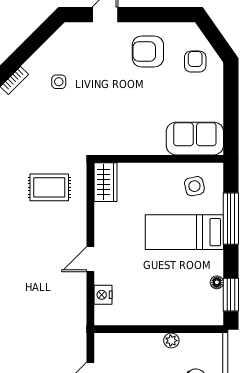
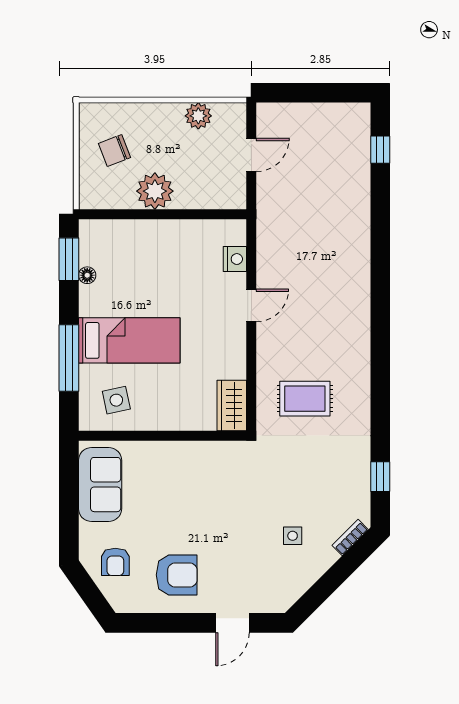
sofa: (195, 139) -> (100, 485), moved, turned -90
plant: (171, 341) -> (155, 191), width x1.87, depth x1.87

